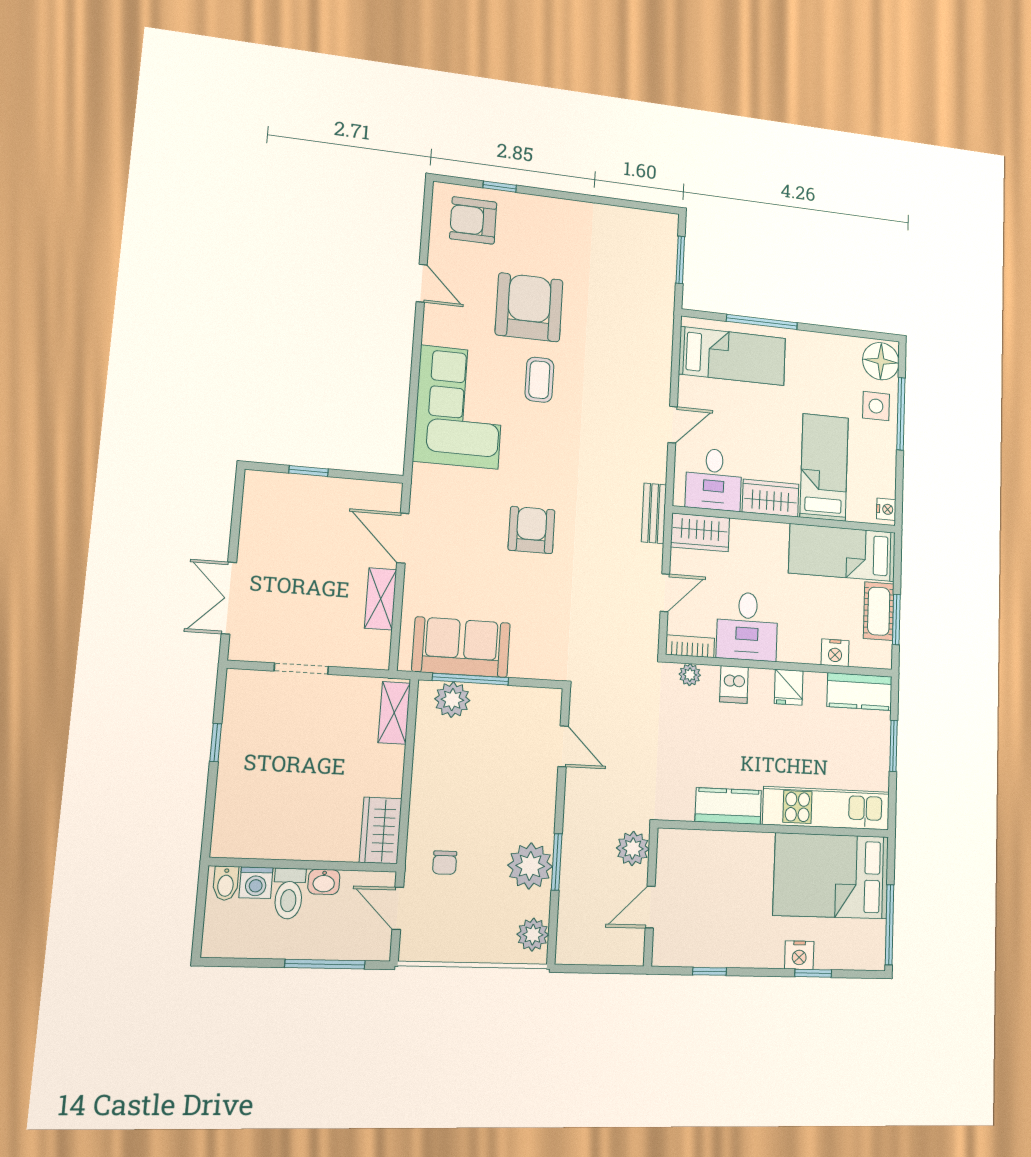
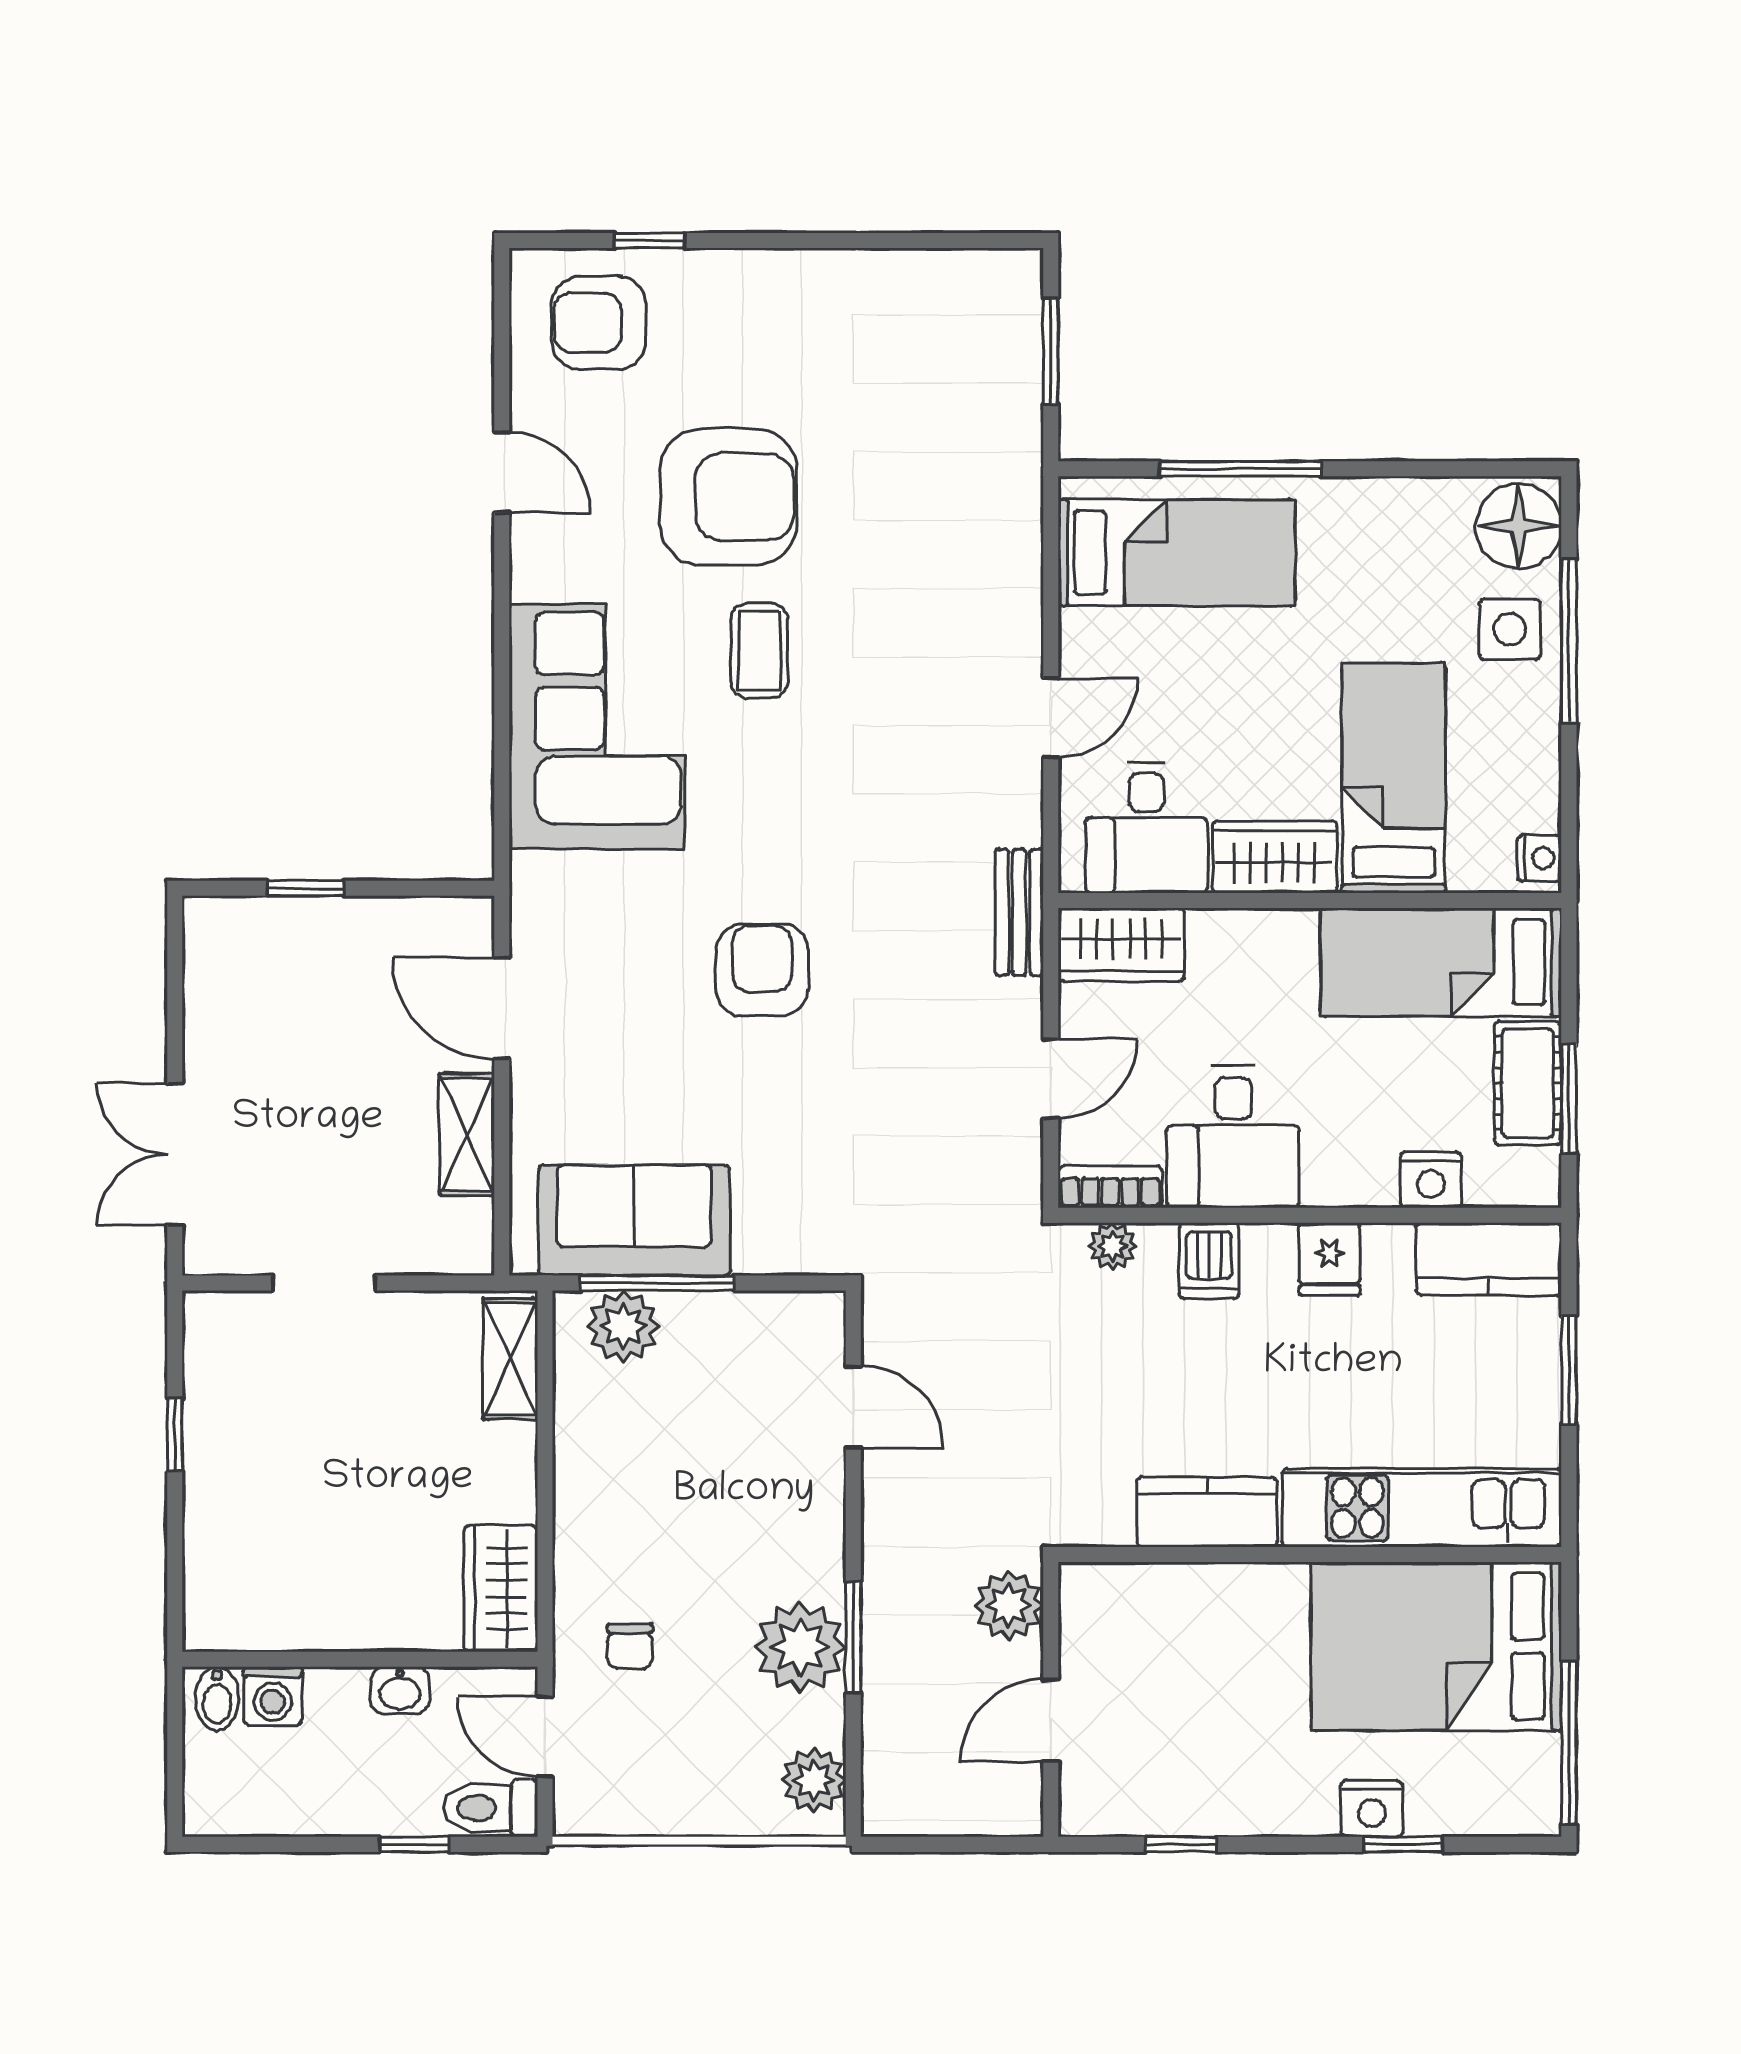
armchair: (529, 307) -> (728, 497), turned 90
toilet: (289, 894) -> (490, 1808), moved, turned 90
window: (325, 964) -> (414, 1844), width x0.46

